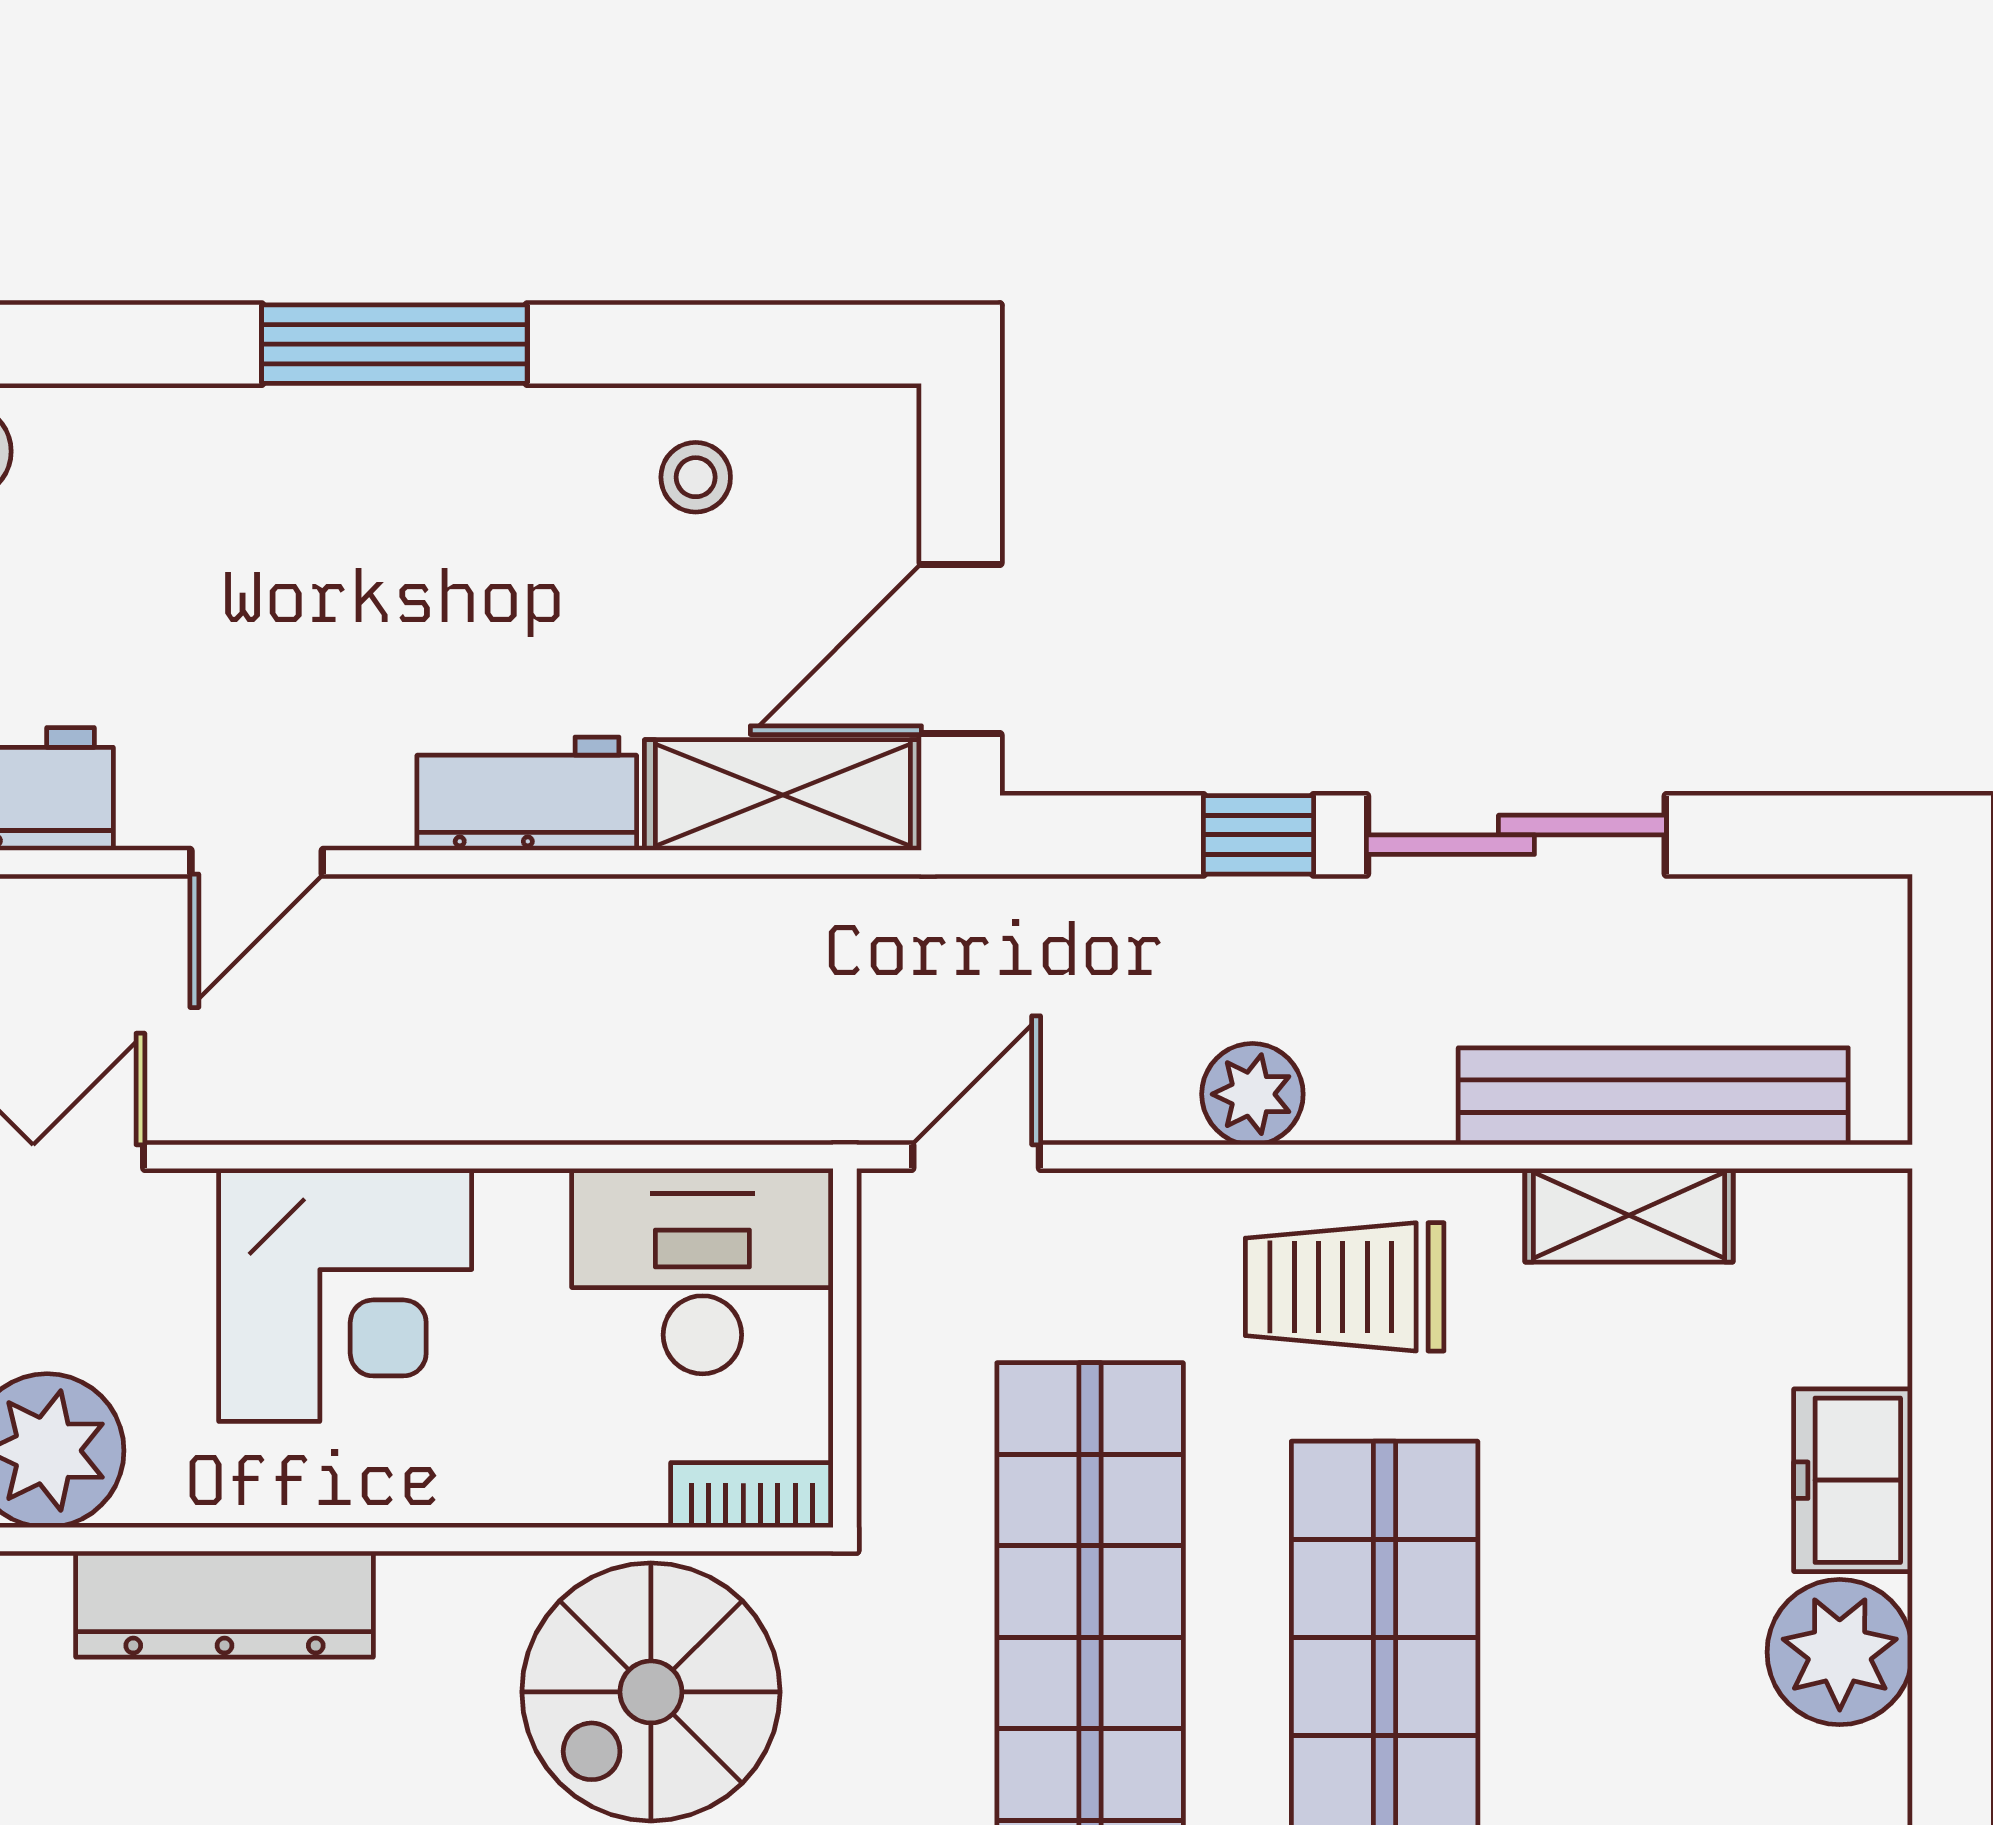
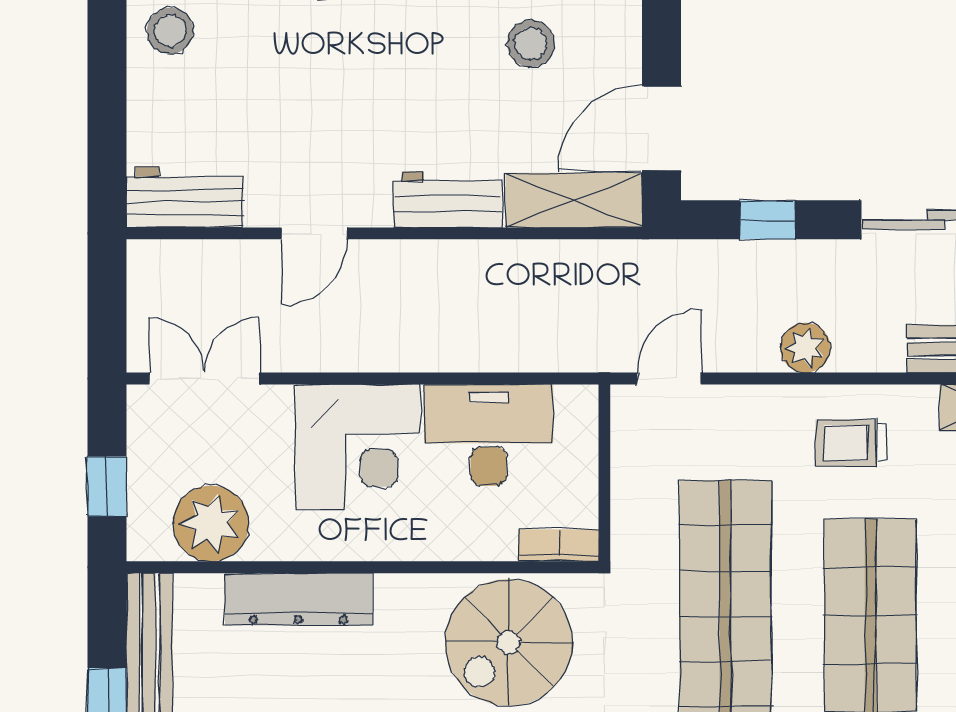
stool: (696, 477) -> (531, 44), width x1.37, depth x1.37
window: (1259, 835) -> (768, 220), moved
desk: (702, 1271) -> (489, 435), moved
trolley: (1345, 1287) -> (851, 443), width x0.73, depth x0.72

